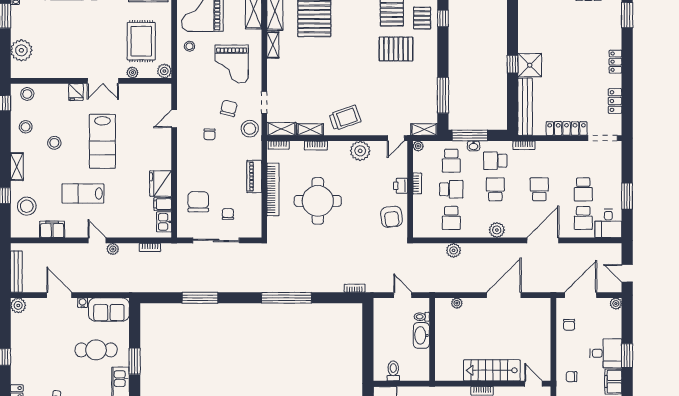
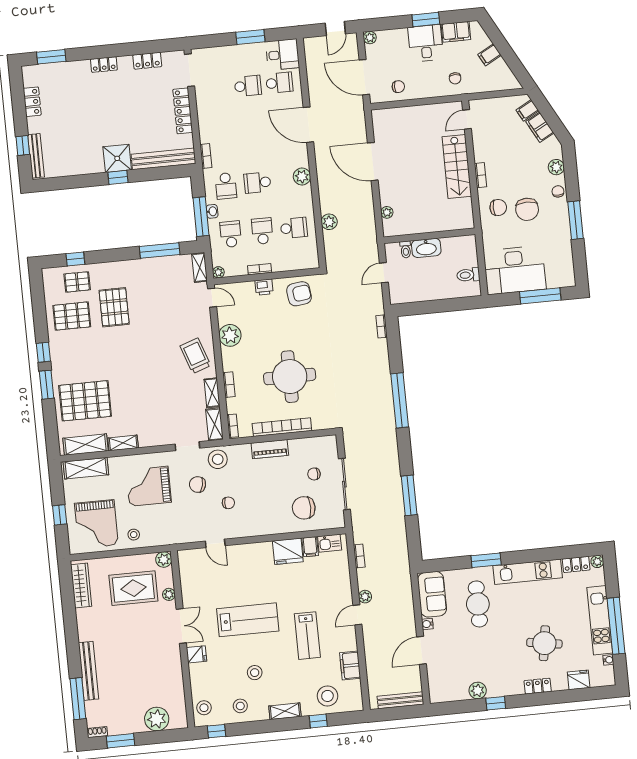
grand piano: (232, 64) -> (149, 486), turned 180
school desk: (451, 161) -> (231, 234), turned -90
school desk: (539, 189) -> (253, 134), removed
plant: (18, 305) -> (478, 690), moved

